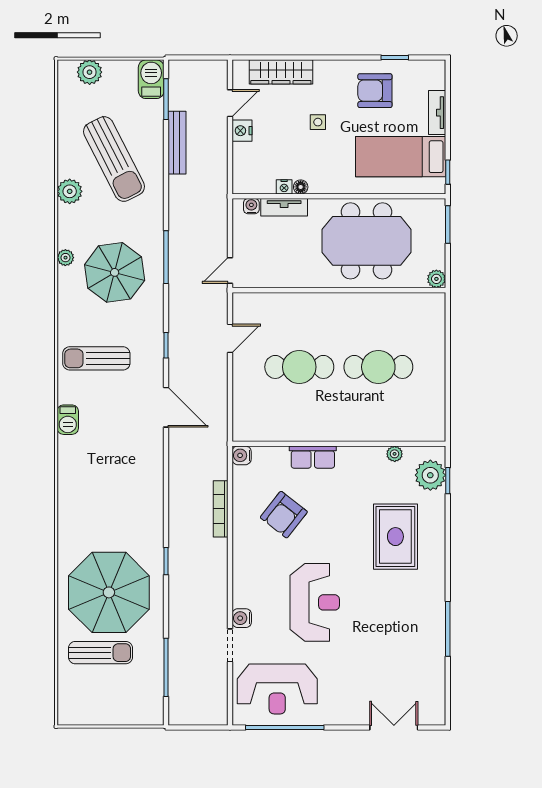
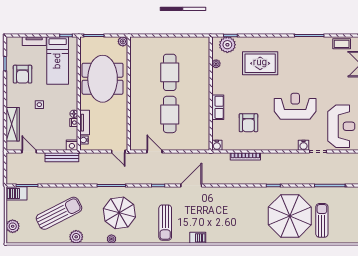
nightstand: (242, 131) -> (72, 145), moved
bench: (177, 143) -> (62, 157), moved
armchair: (284, 515) -> (248, 123), turned 52
coffee table: (432, 690) -> (342, 44), added

